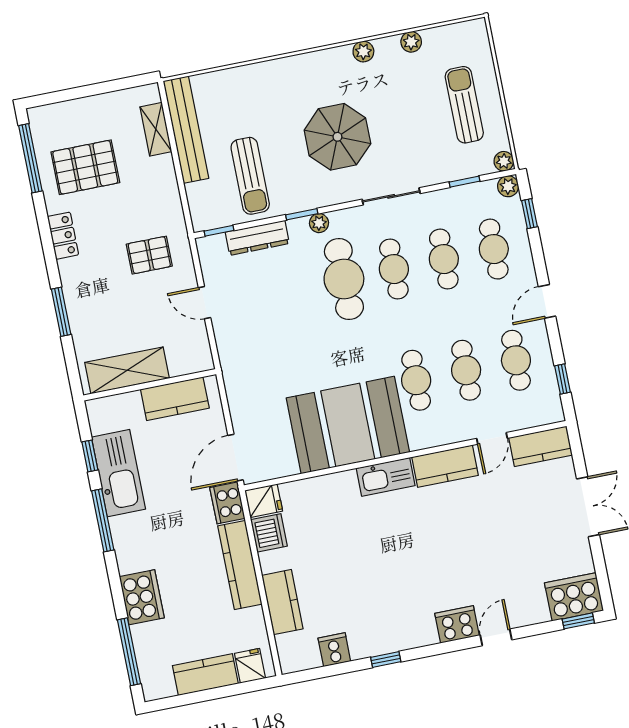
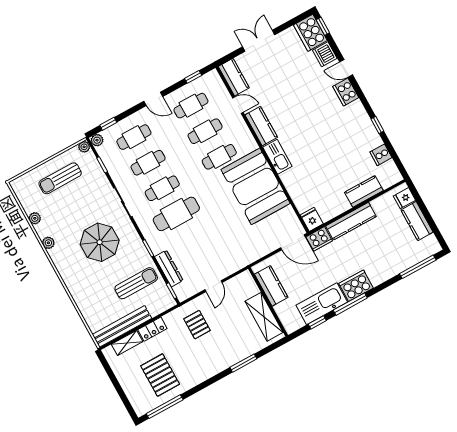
plant: (319, 223) -> (150, 237), removed
locker: (63, 236) -> (152, 329), moved, turned 180
dishwasher: (269, 533) -> (325, 54), moved, turned -90
cooker: (142, 597) -> (356, 286), moved

